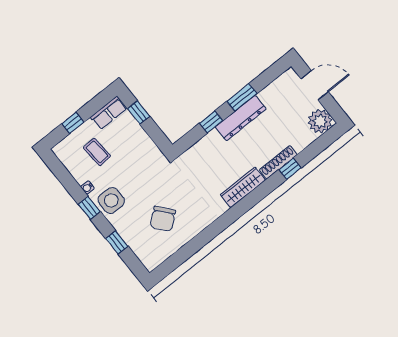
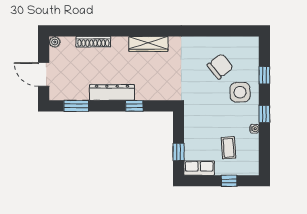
window: (242, 97) -> (76, 106), moved
plant: (320, 121) -> (55, 42), width x0.53, depth x0.53
shoe rack: (278, 162) -> (93, 42), moved
window: (290, 169) -> (106, 31), removed
side table: (111, 200) -> (240, 92), moved

